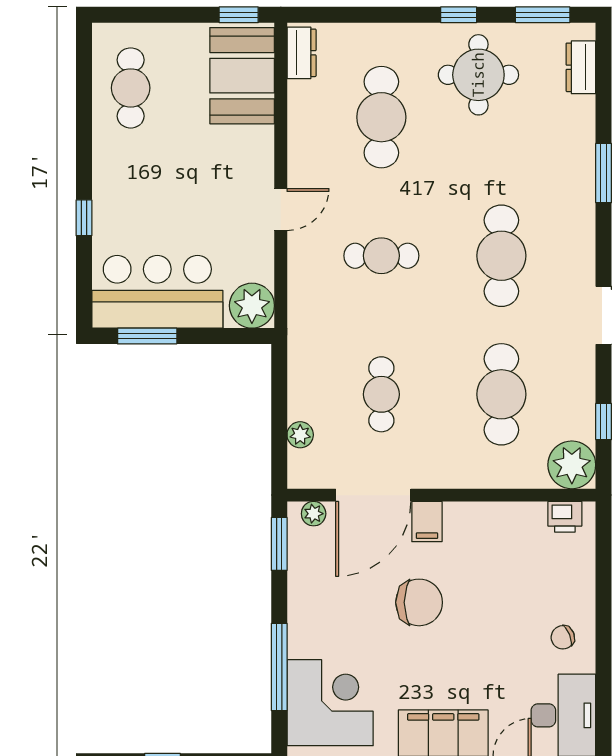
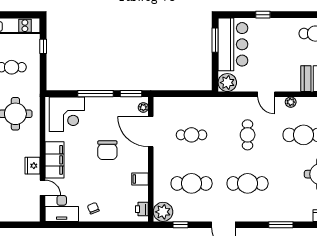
plant: (300, 435) -> (291, 102), moved
filing cabinet: (427, 522) -> (140, 179), moved
window: (279, 667) -> (95, 94), moved

